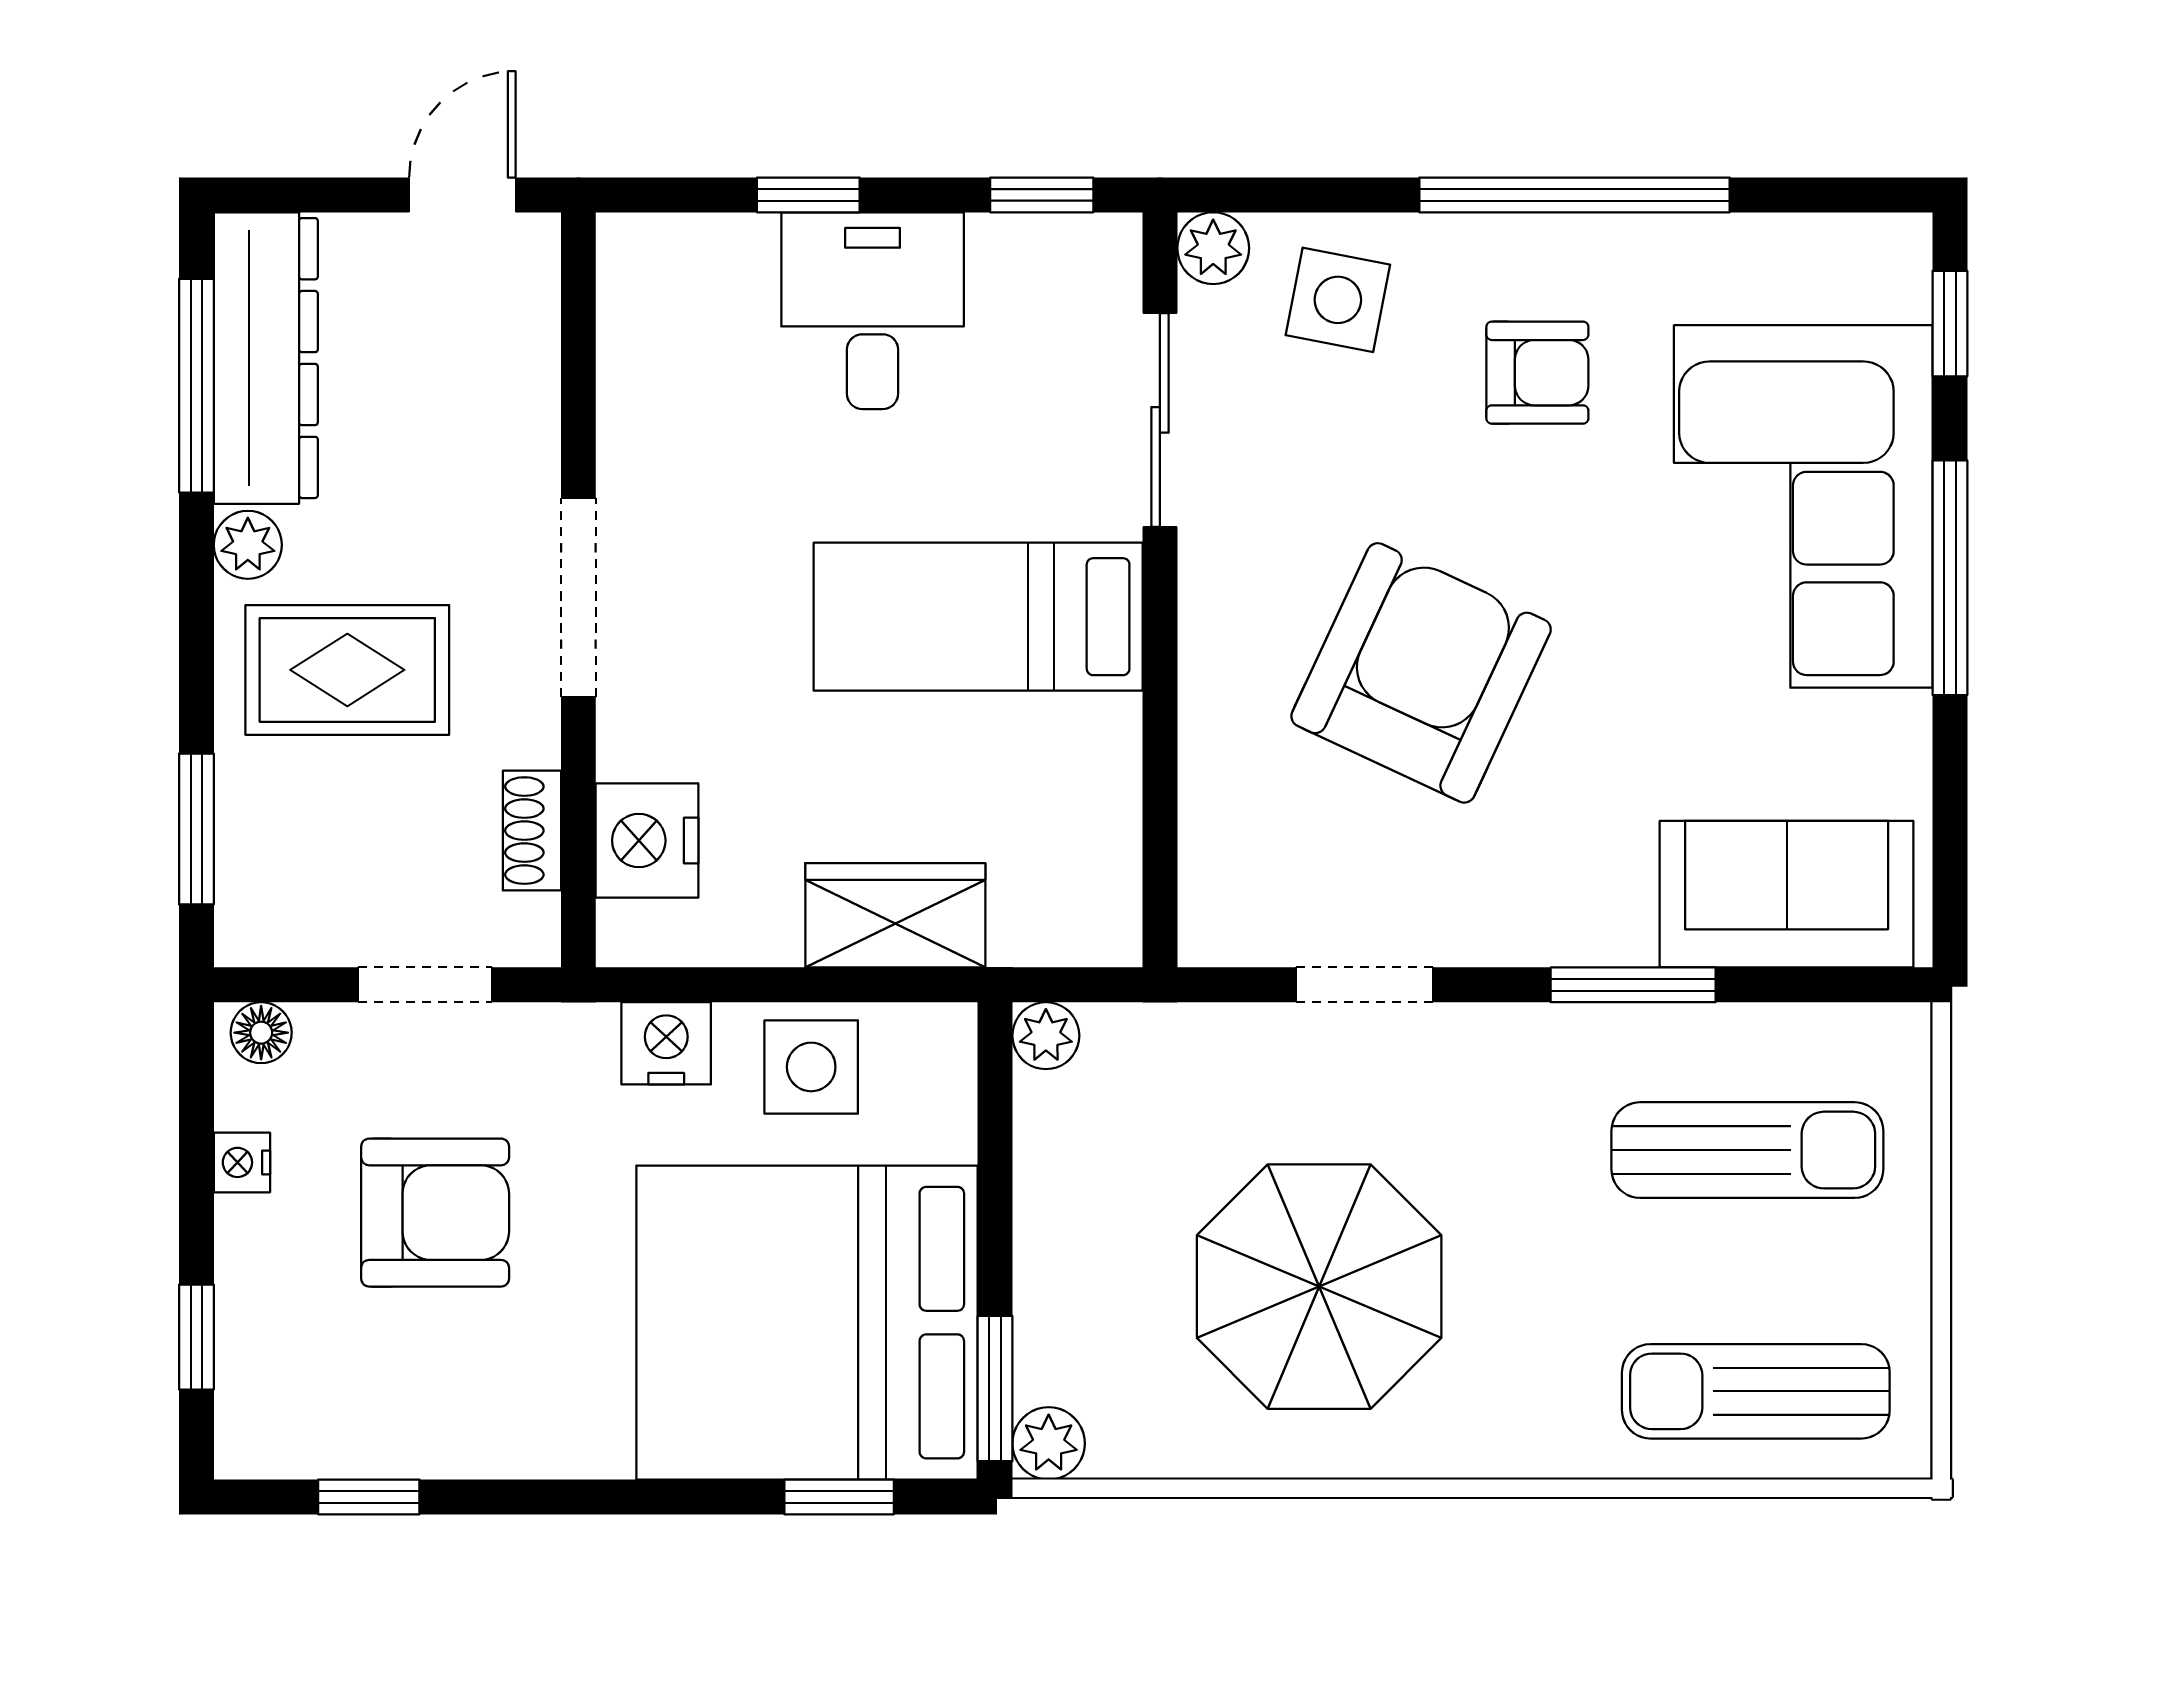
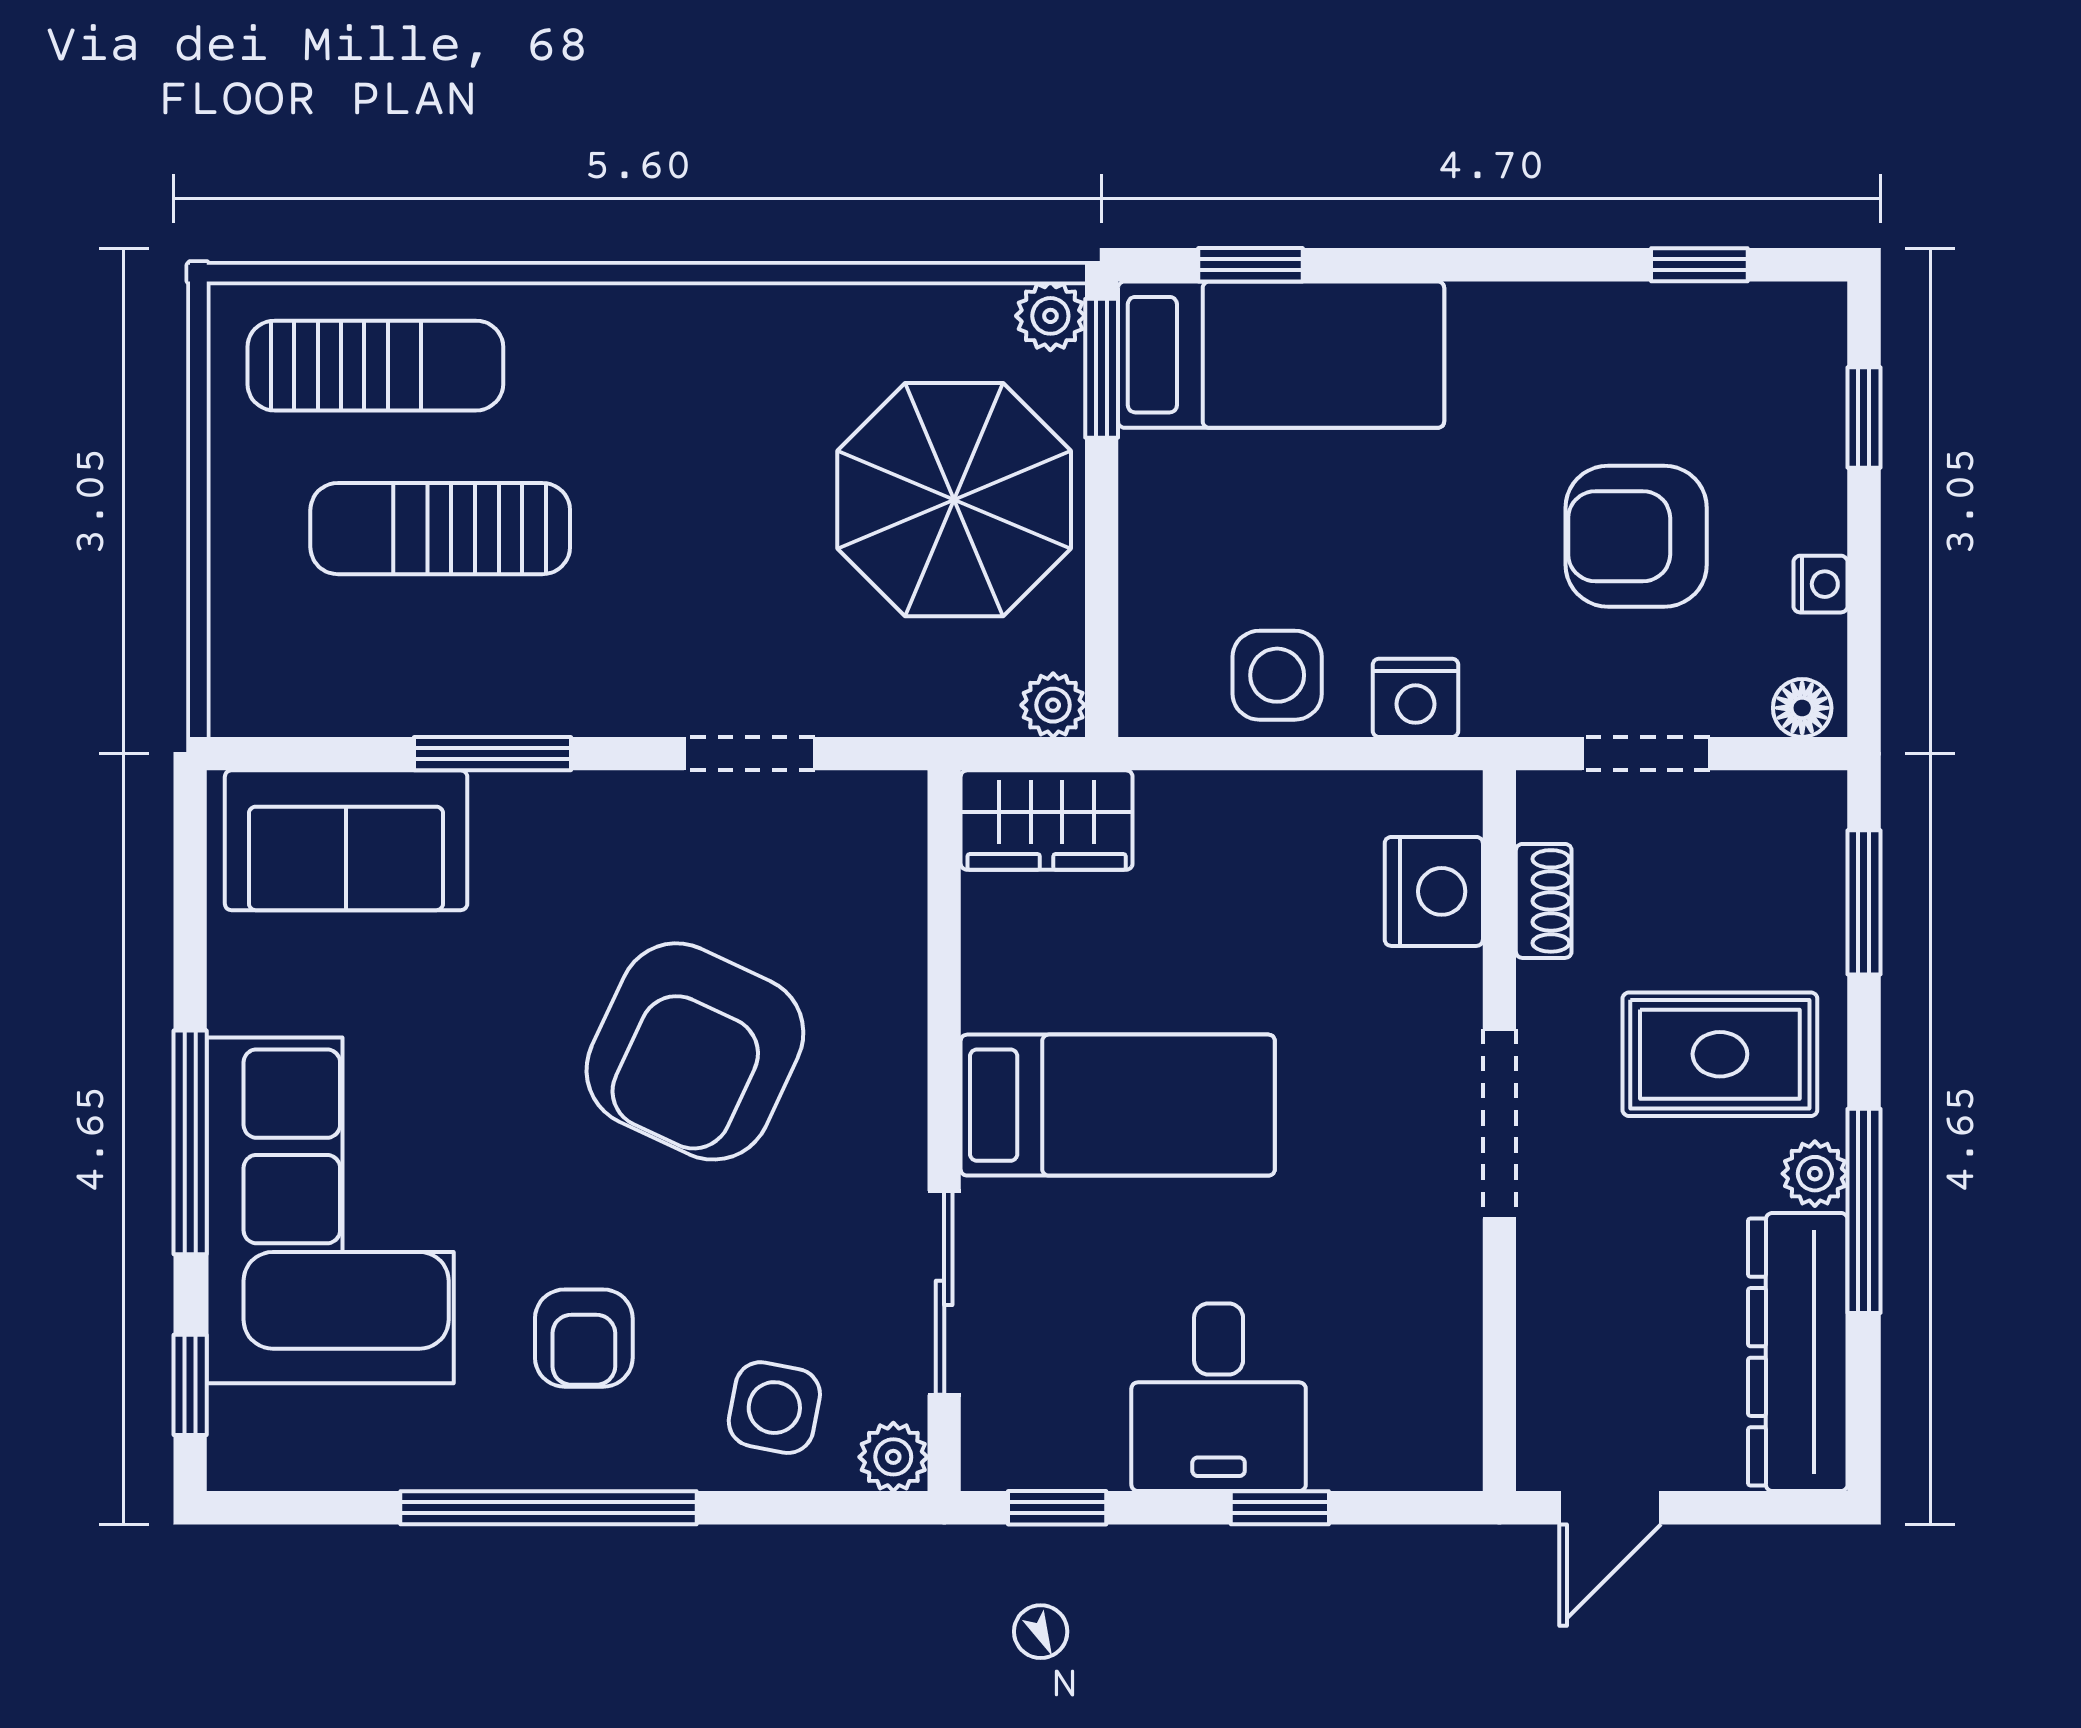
armchair: (1537, 373) -> (584, 1338), turned -90
window: (196, 386) -> (1864, 1211), moved
wardrobe: (895, 915) -> (1047, 820), moved
sun lounger: (1747, 1150) -> (440, 529), moved
parasol: (1319, 1287) -> (954, 500), moved
bed: (807, 1323) -> (1281, 355), width x0.49

